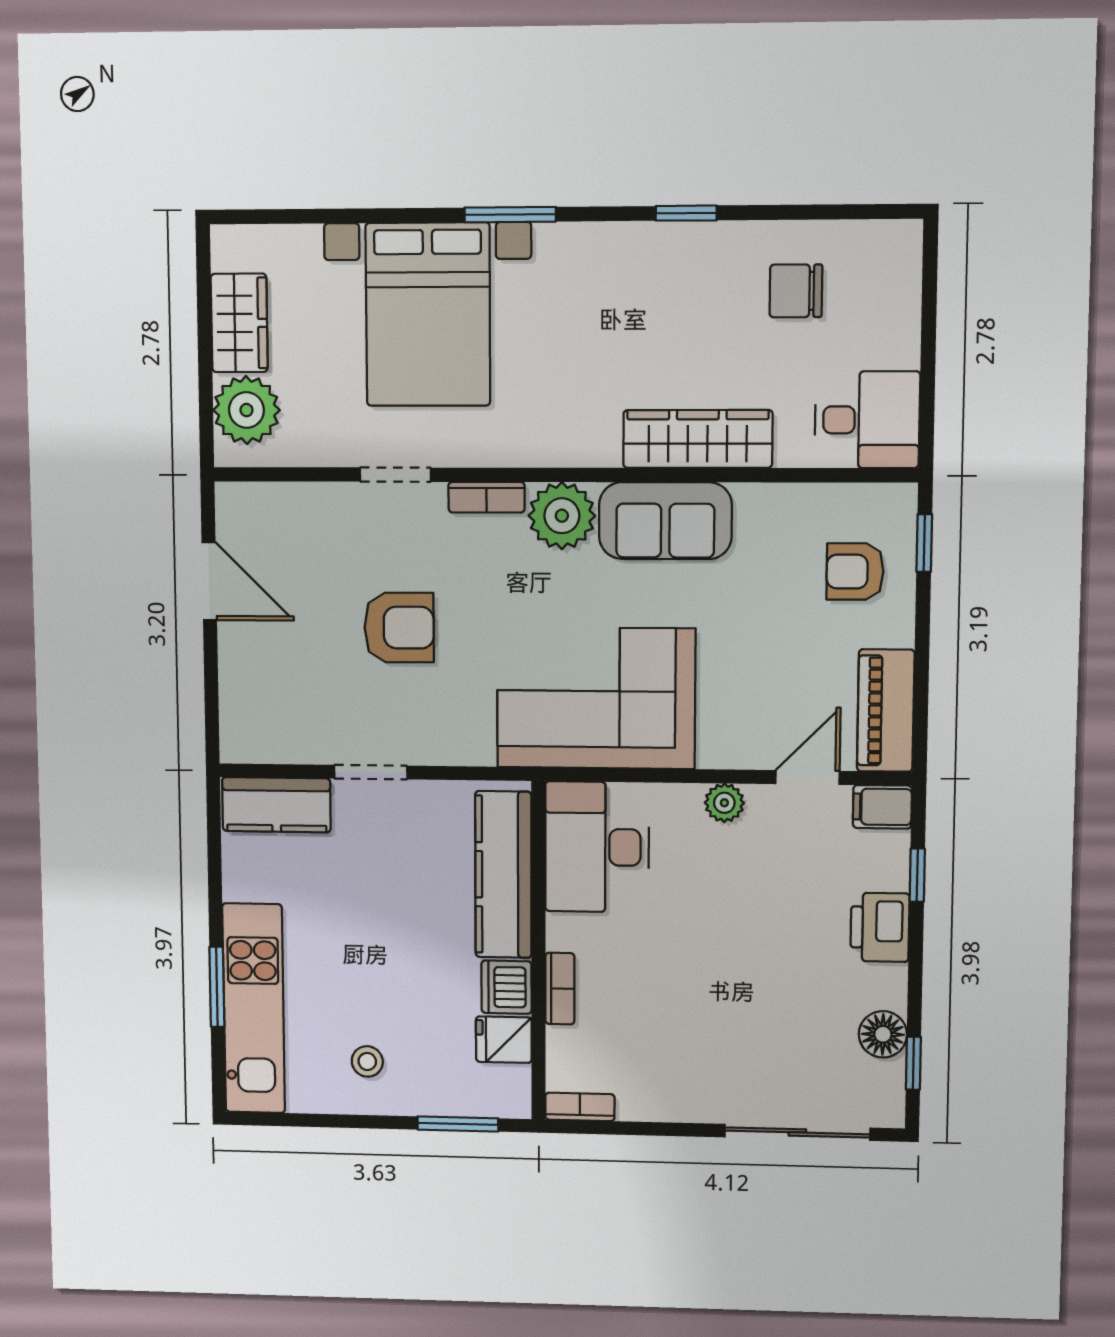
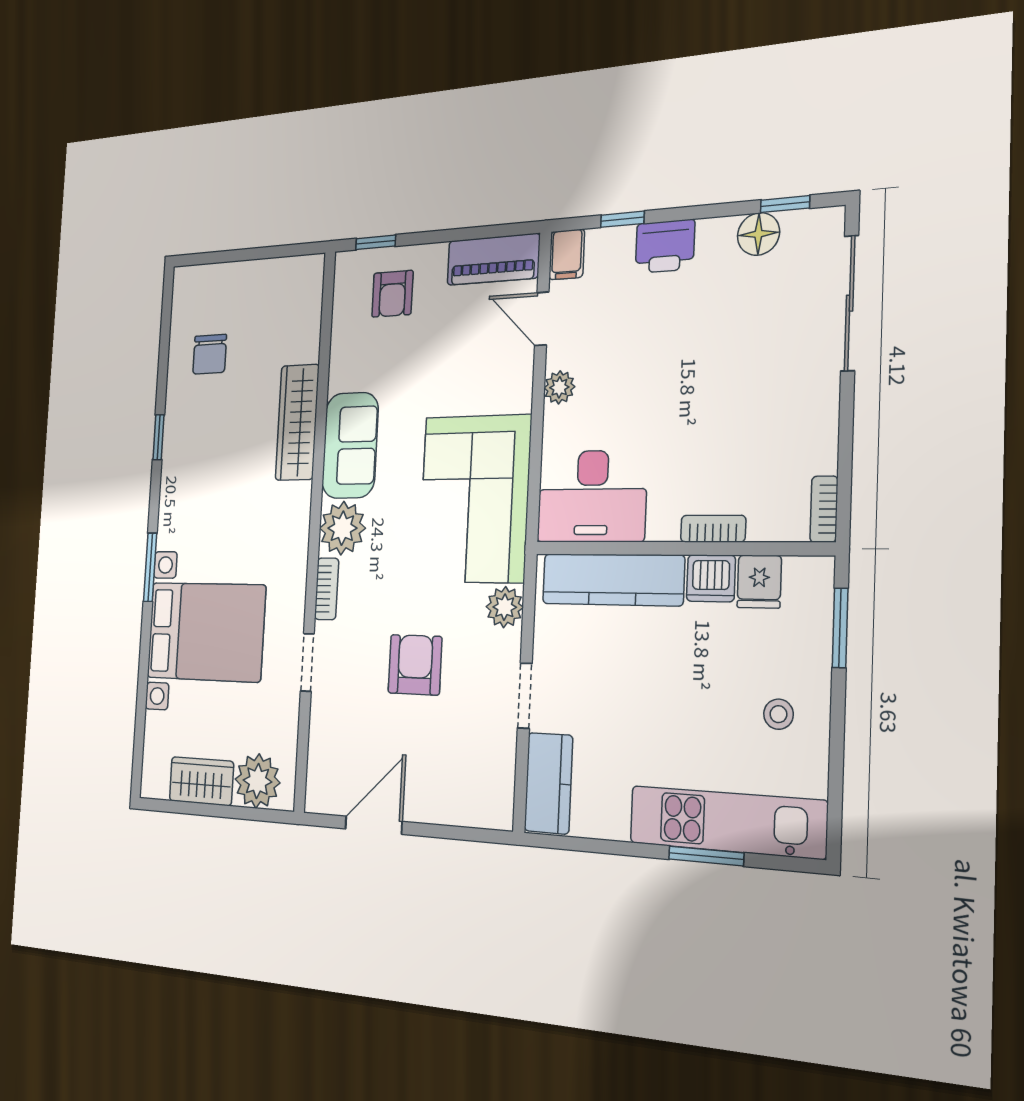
desk: (867, 420) -> (292, 294), removed
plant: (470, 743) -> (505, 607), added

